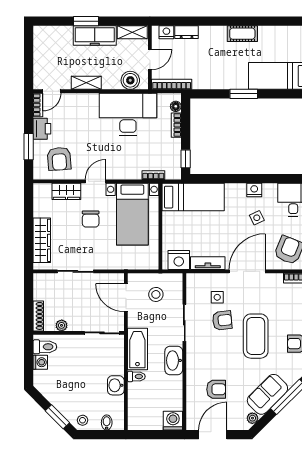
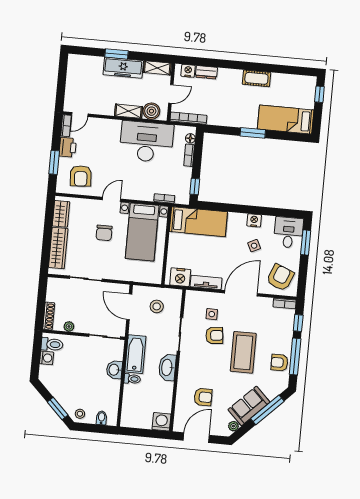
shelving: (86, 83) -> (129, 111), moved
wardrobe: (66, 191) -> (61, 214), moved, turned -90
washbasin: (116, 385) -> (114, 370), moved

